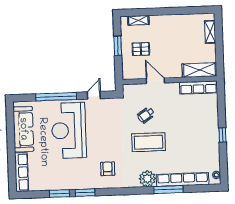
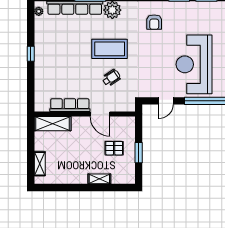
shelving: (138, 20) -> (99, 179), moved
row of seats: (198, 88) -> (70, 105), moved
reception desk: (69, 130) -> (194, 64), turned 180

